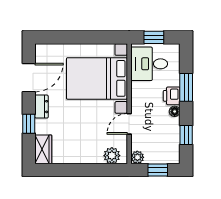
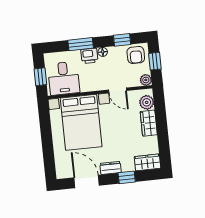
armchair: (167, 149) -> (136, 55), added
wardrobe: (88, 155) -> (149, 123), added

